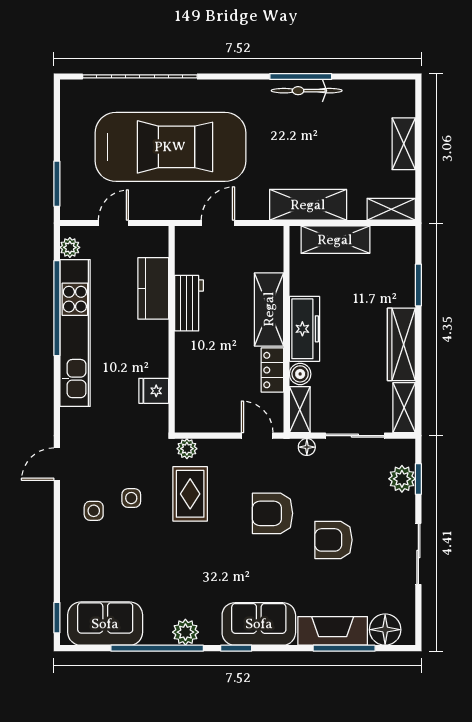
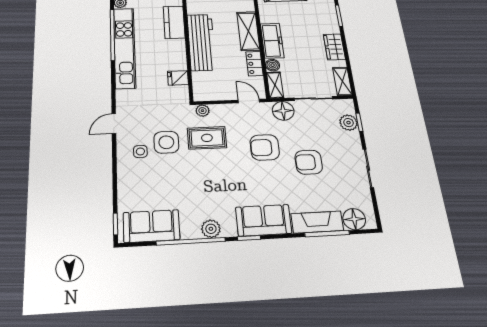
workbench: (189, 303) -> (201, 42), width x1.88, depth x1.32
wardrobe: (401, 344) -> (334, 47), width x0.67
floor lamp: (307, 447) -> (283, 111), width x1.89, depth x1.89
rug: (190, 494) -> (207, 138), turned 90
side table: (131, 498) -> (166, 142), width x1.87, depth x1.87

